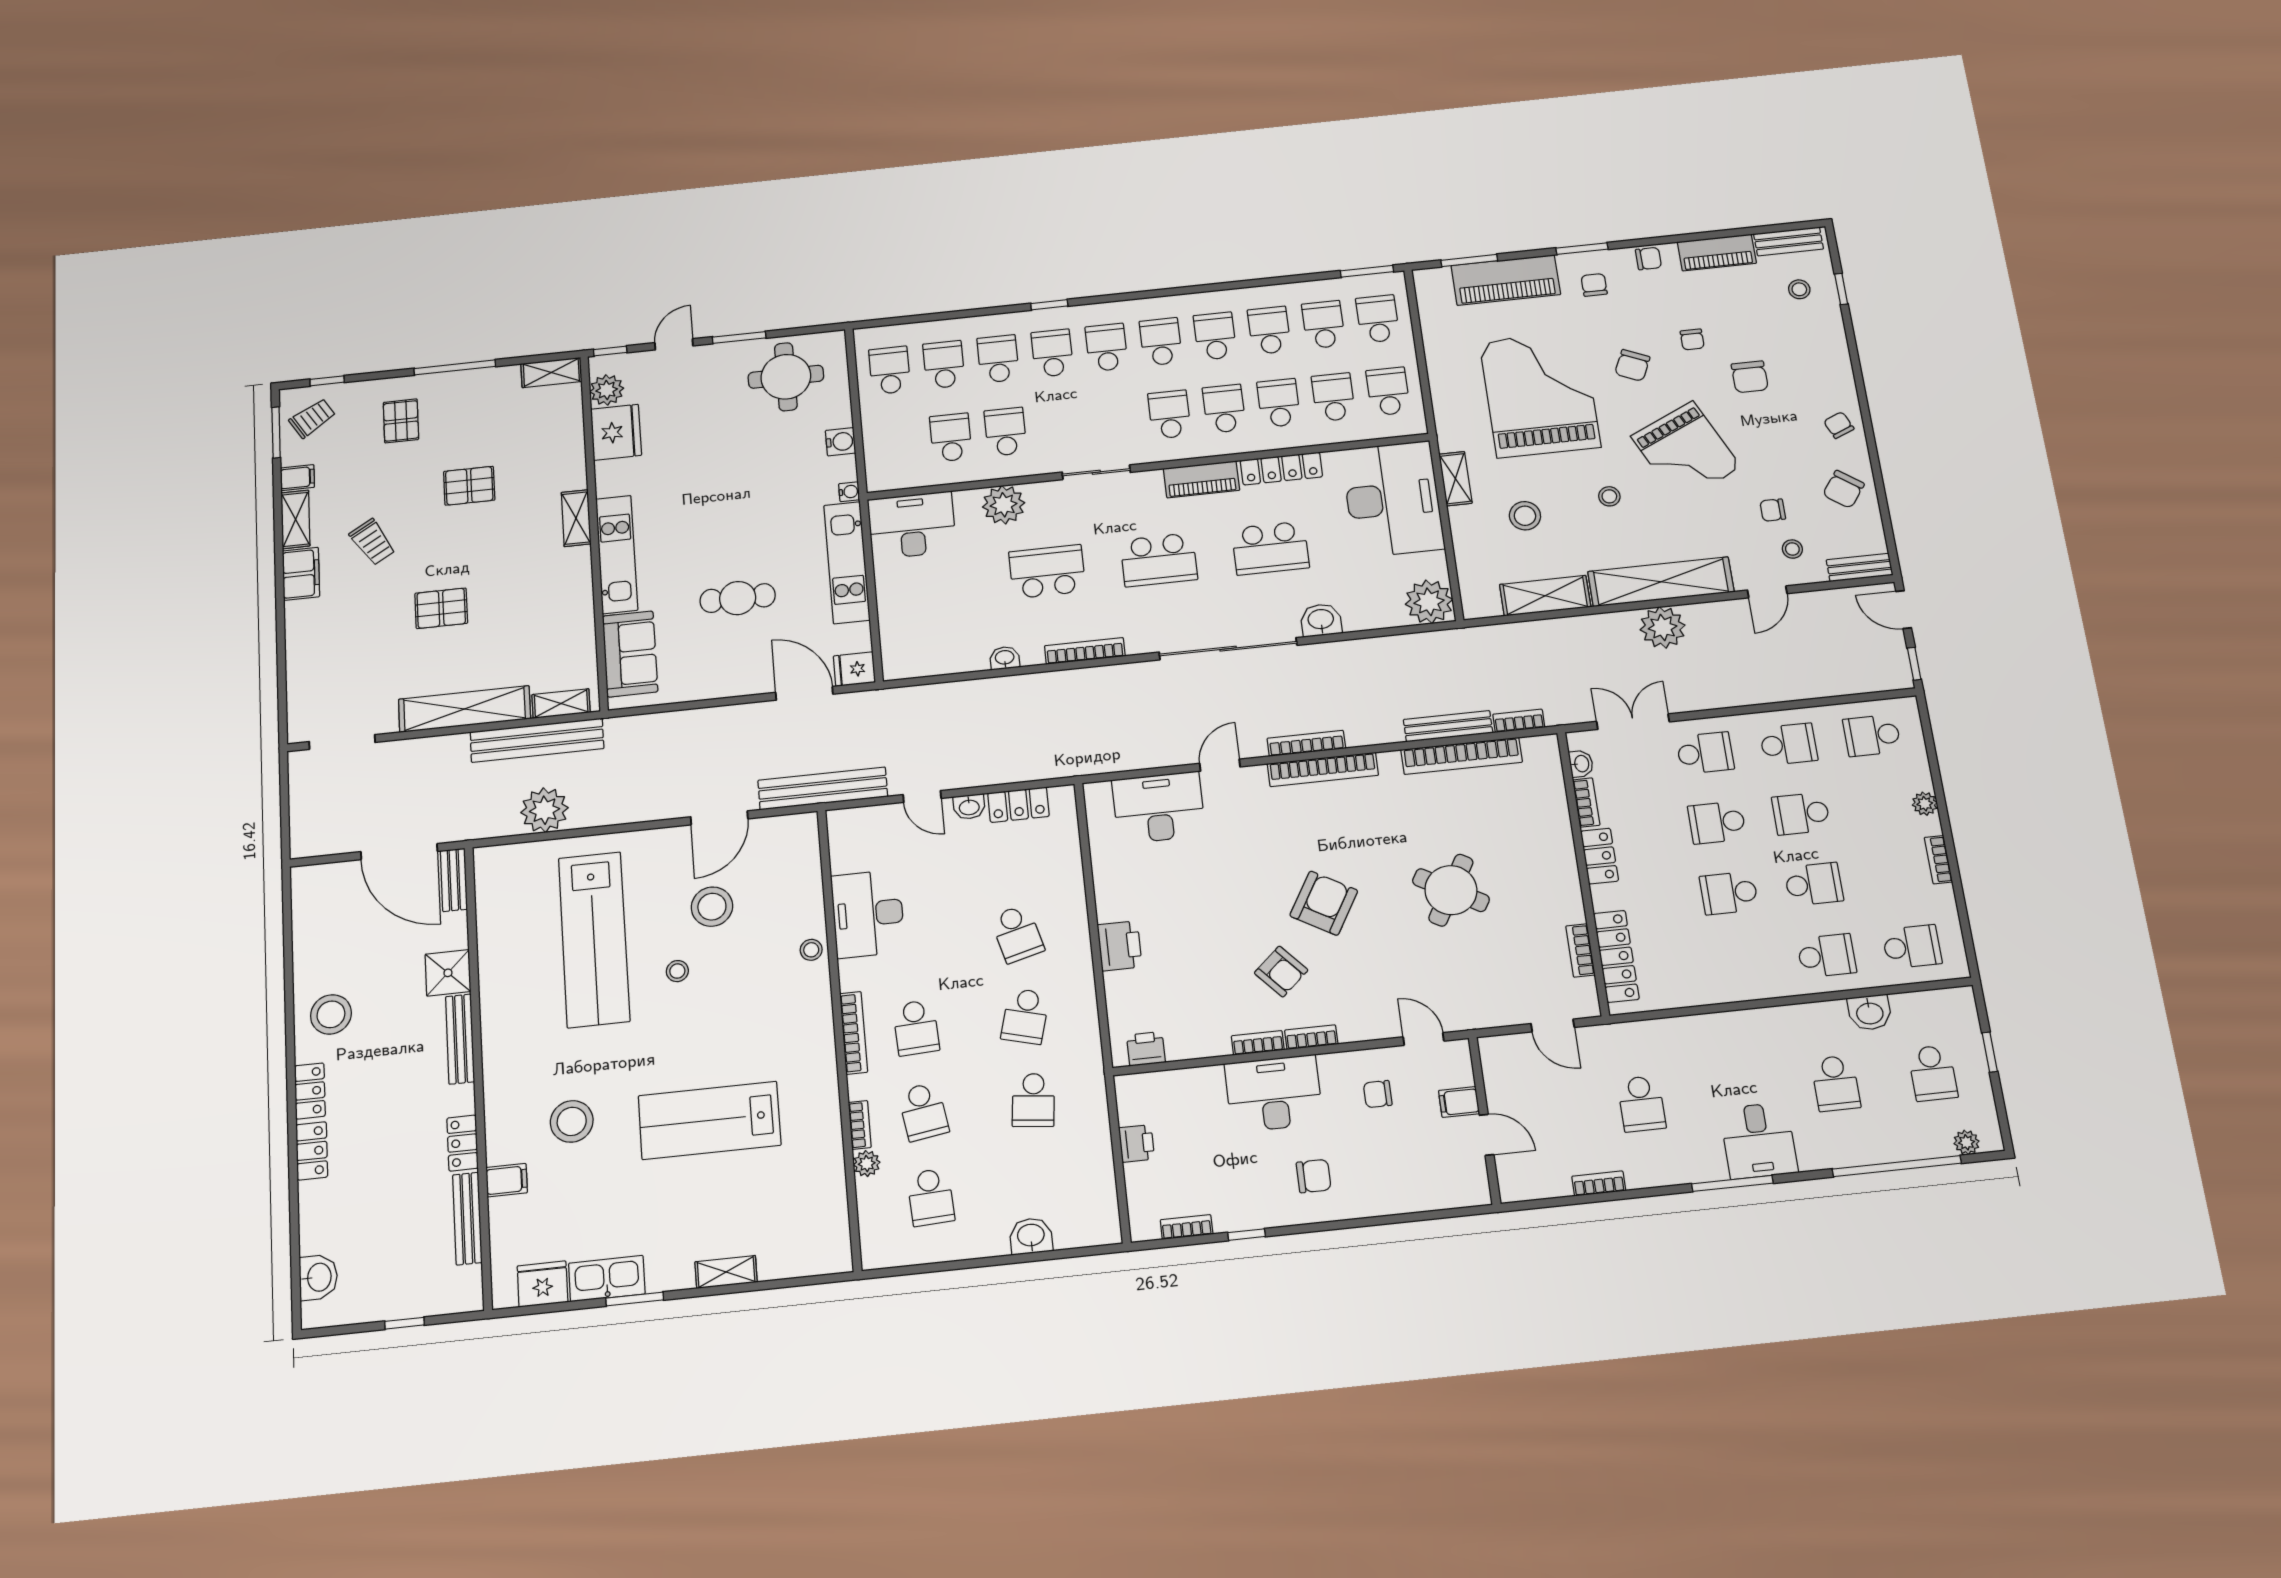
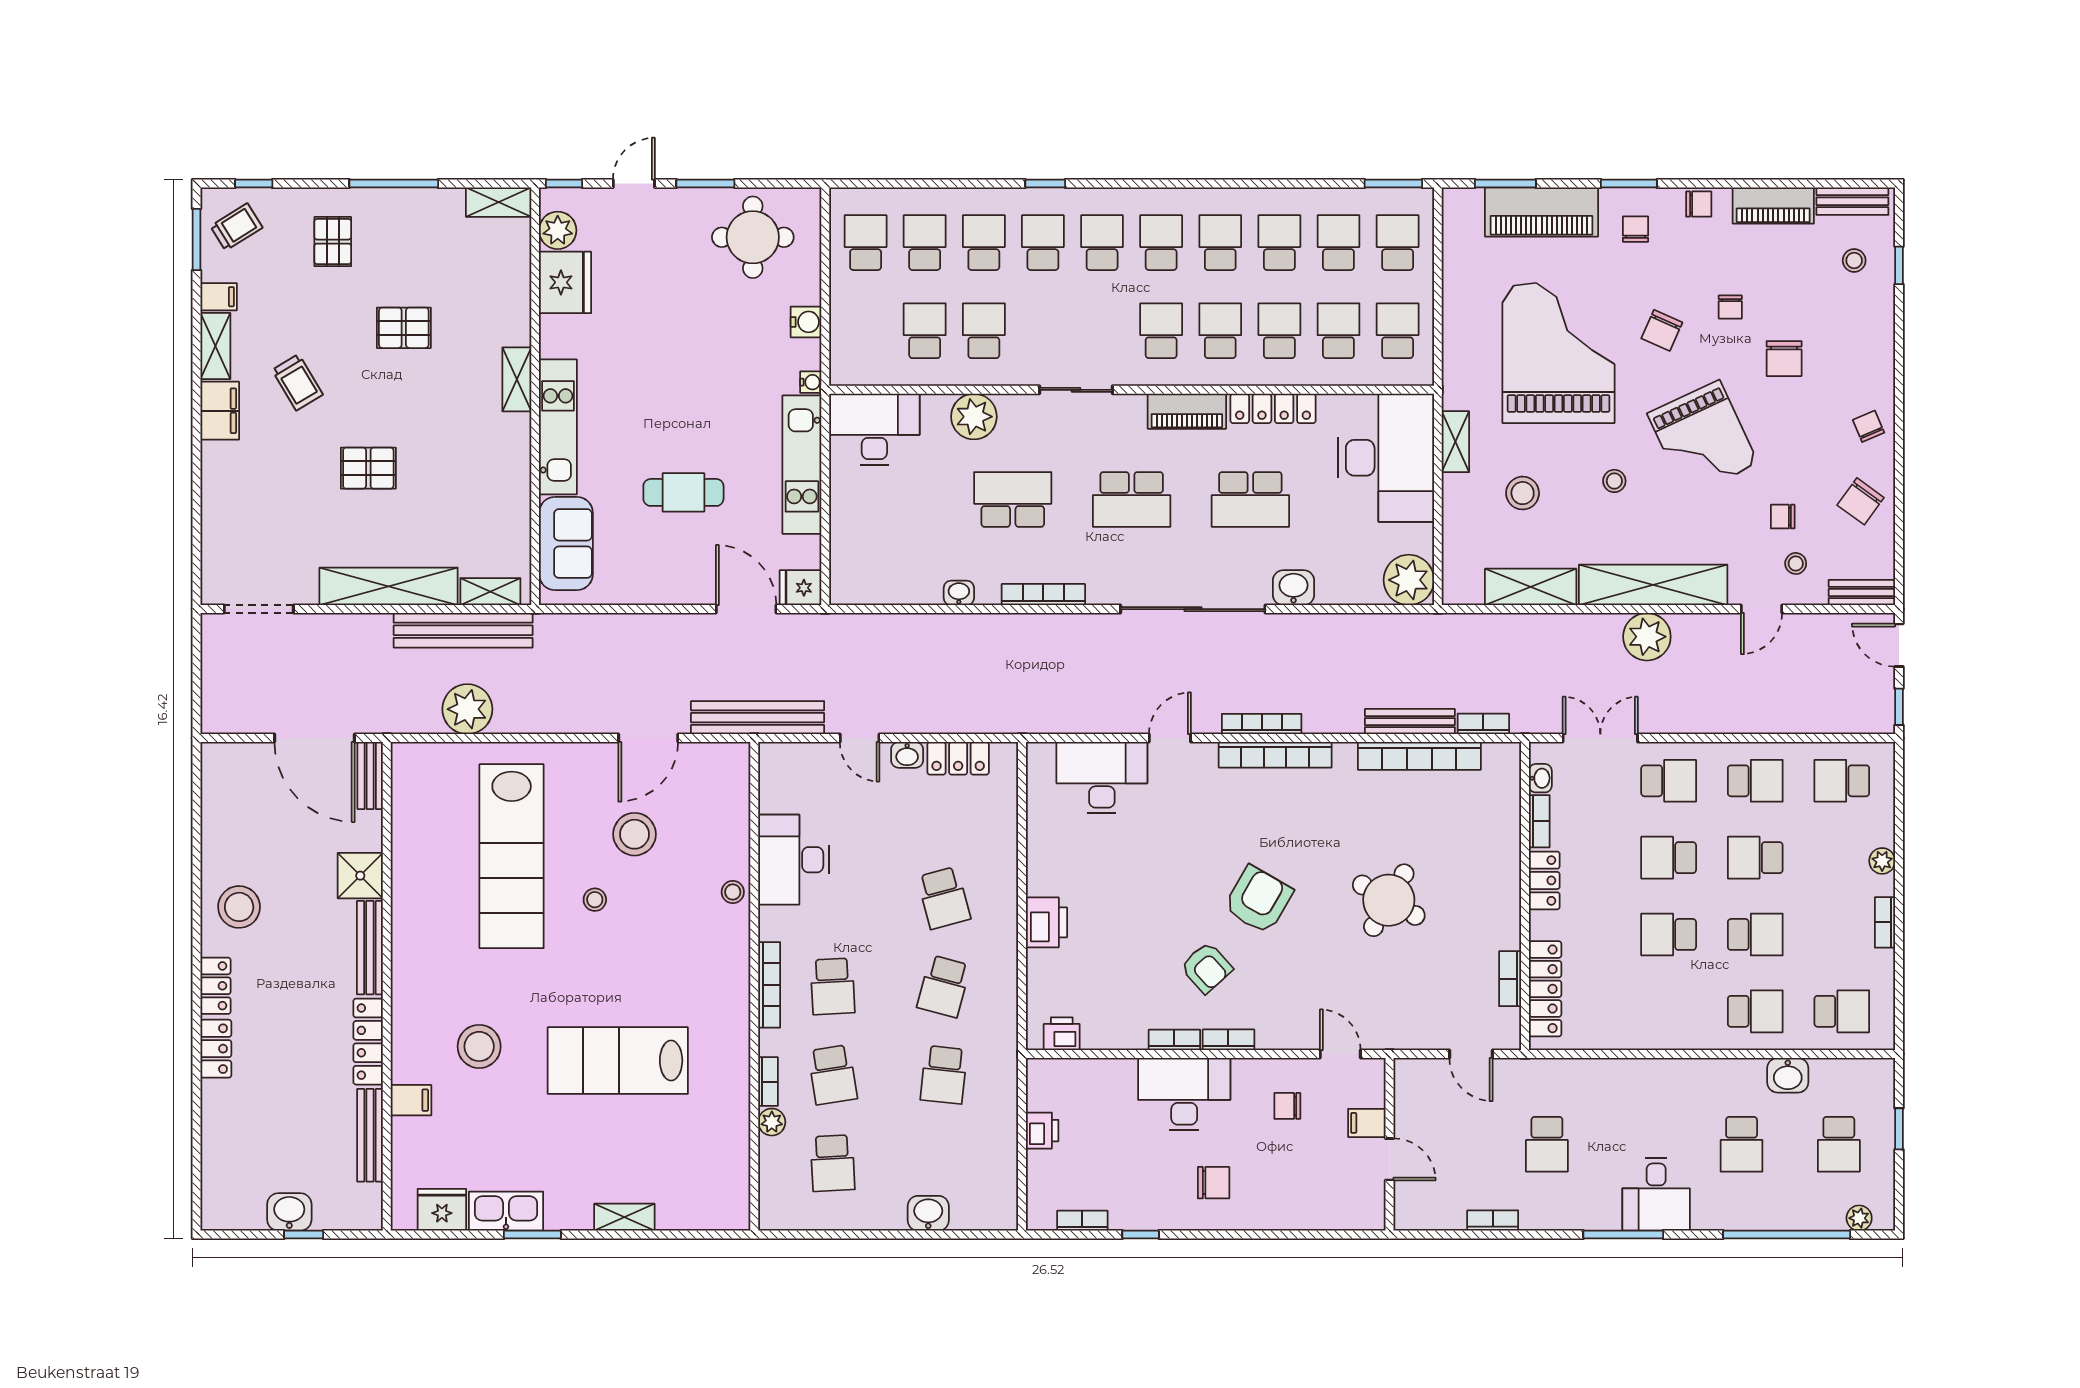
locker: (462, 1143) -> (368, 1042), width x1.53
washbasin: (318, 1277) -> (289, 1212), moved, turned -90

